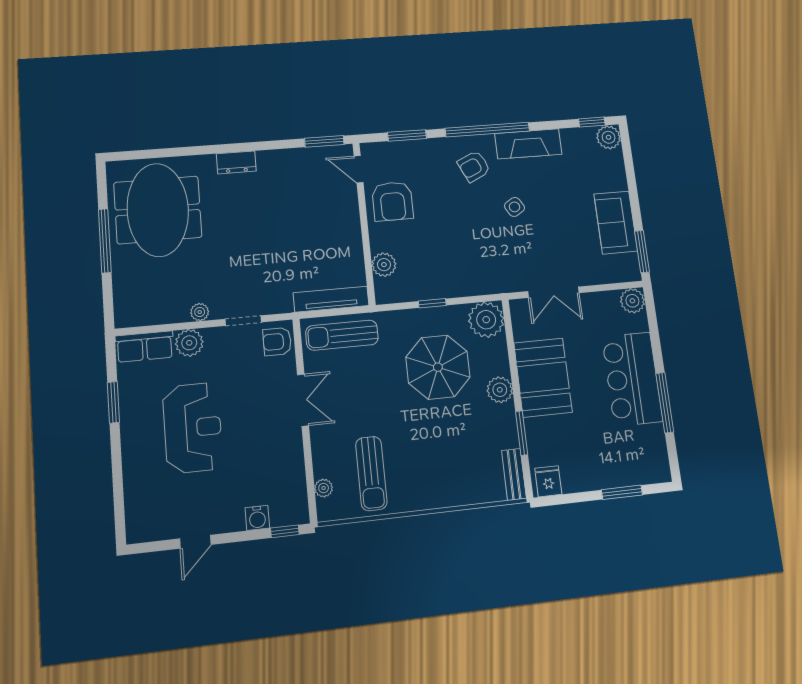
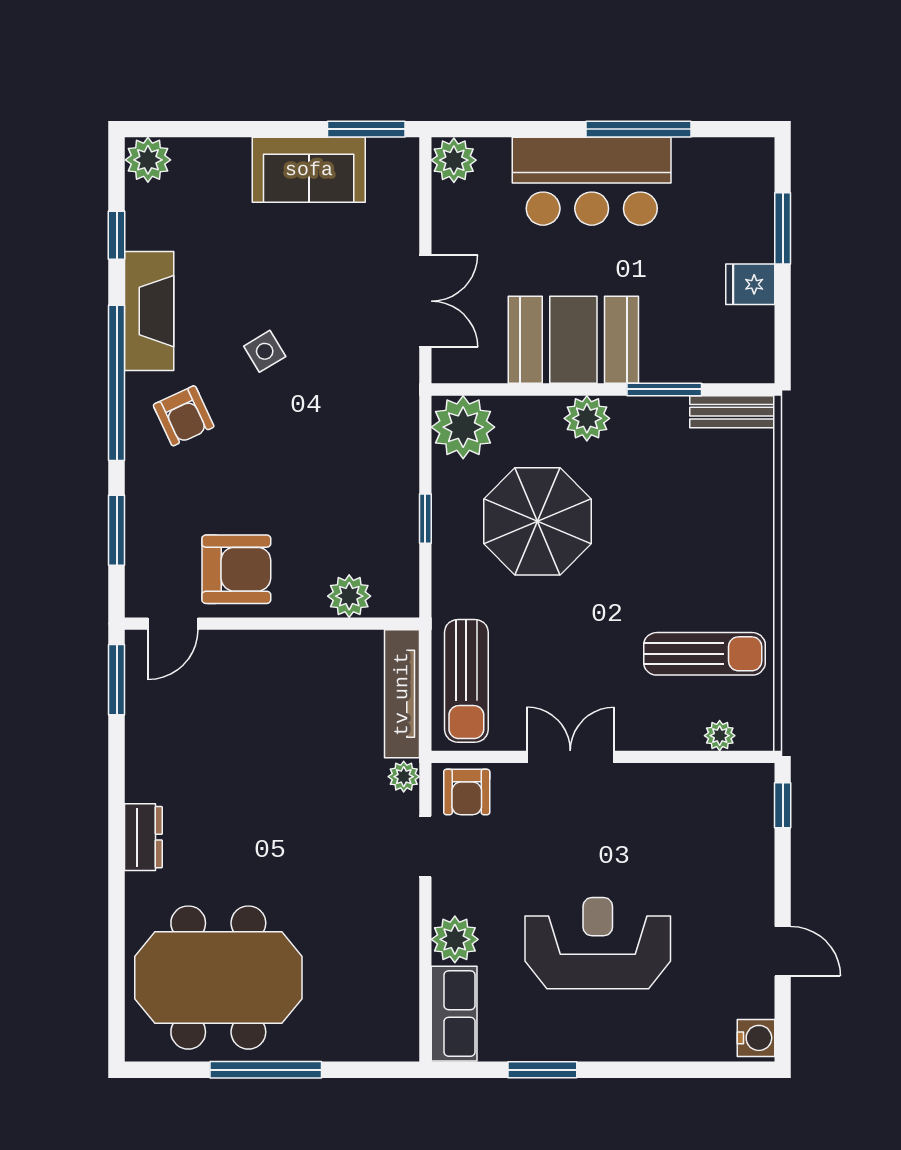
window: (592, 122) -> (117, 235), moved
plant: (200, 312) -> (404, 777), moved
fridge: (548, 481) -> (750, 284), moved
water cooler: (257, 518) -> (756, 1038), moved

